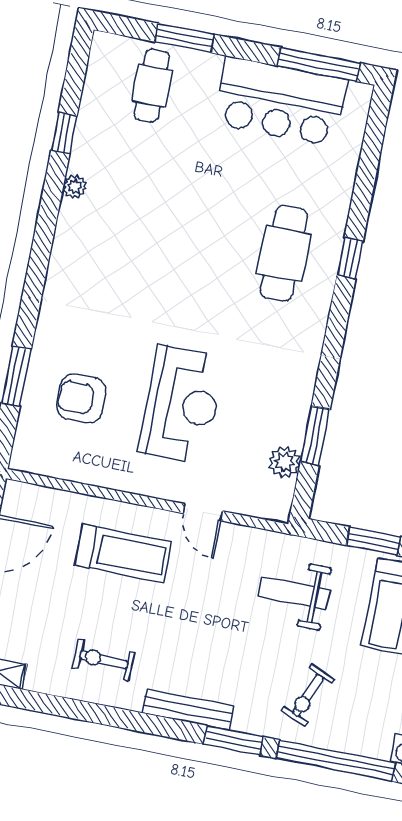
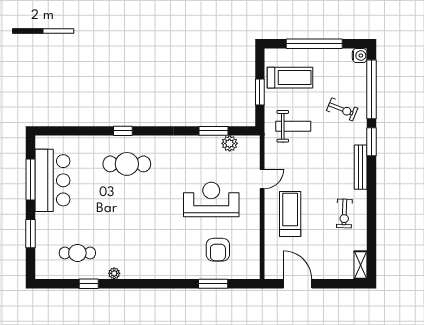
window: (318, 64) -> (31, 180), moved
cafe table: (152, 86) -> (77, 253), moved
weight bench: (294, 593) -> (293, 126), turned -90

